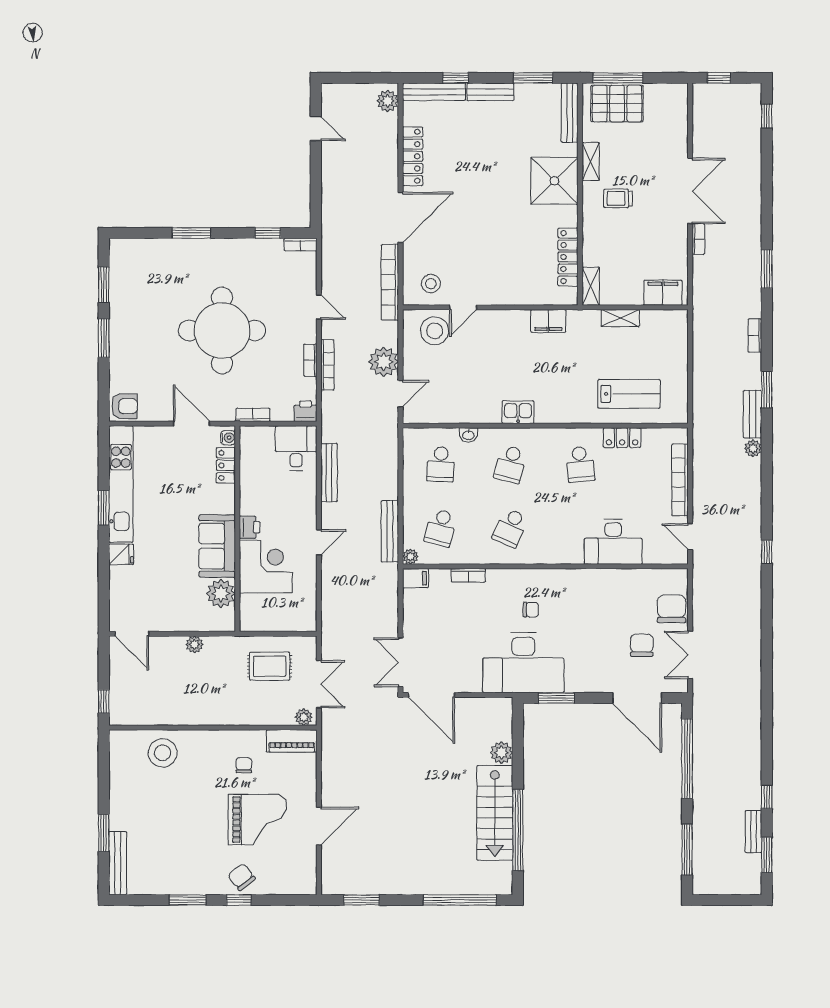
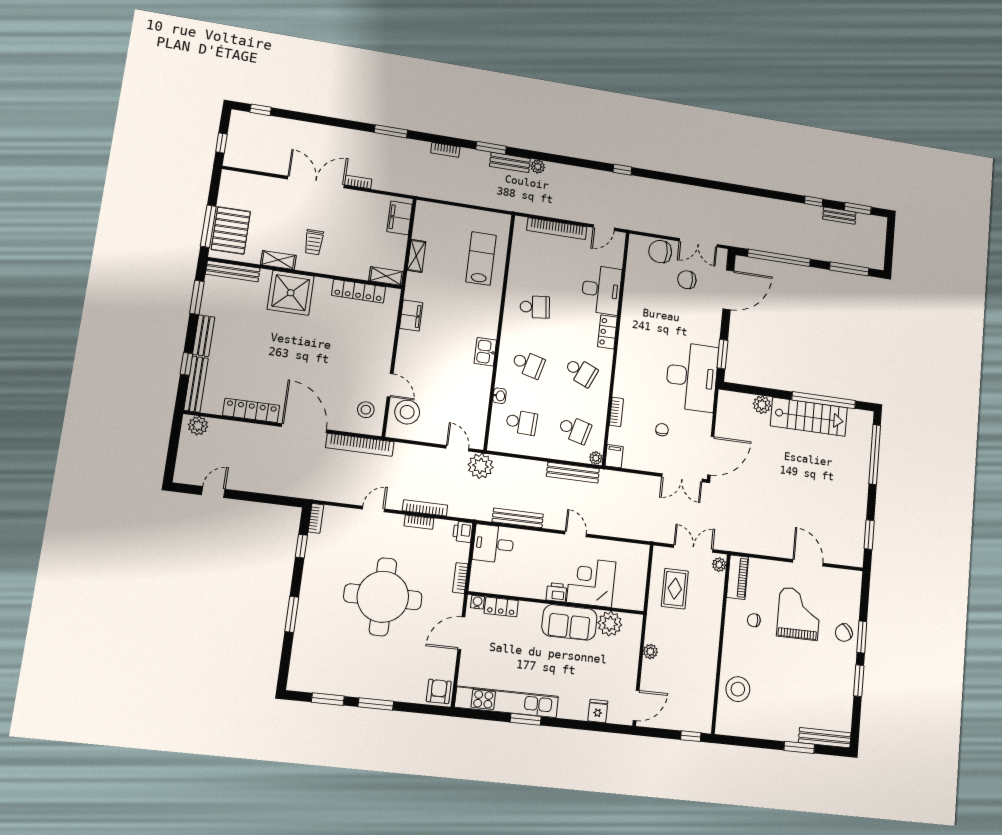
plant: (384, 362) -> (481, 466), moved
locker: (622, 438) -> (607, 332), moved, turned 180
fridge: (121, 554) -> (598, 711), moved
chair: (531, 610) -> (662, 430), moved
window: (239, 900) -> (862, 637), width x1.50

